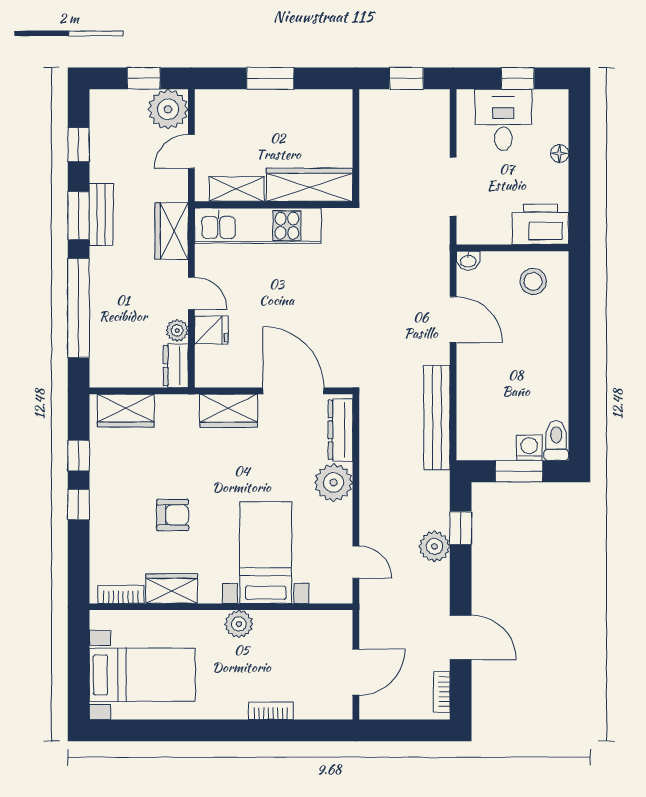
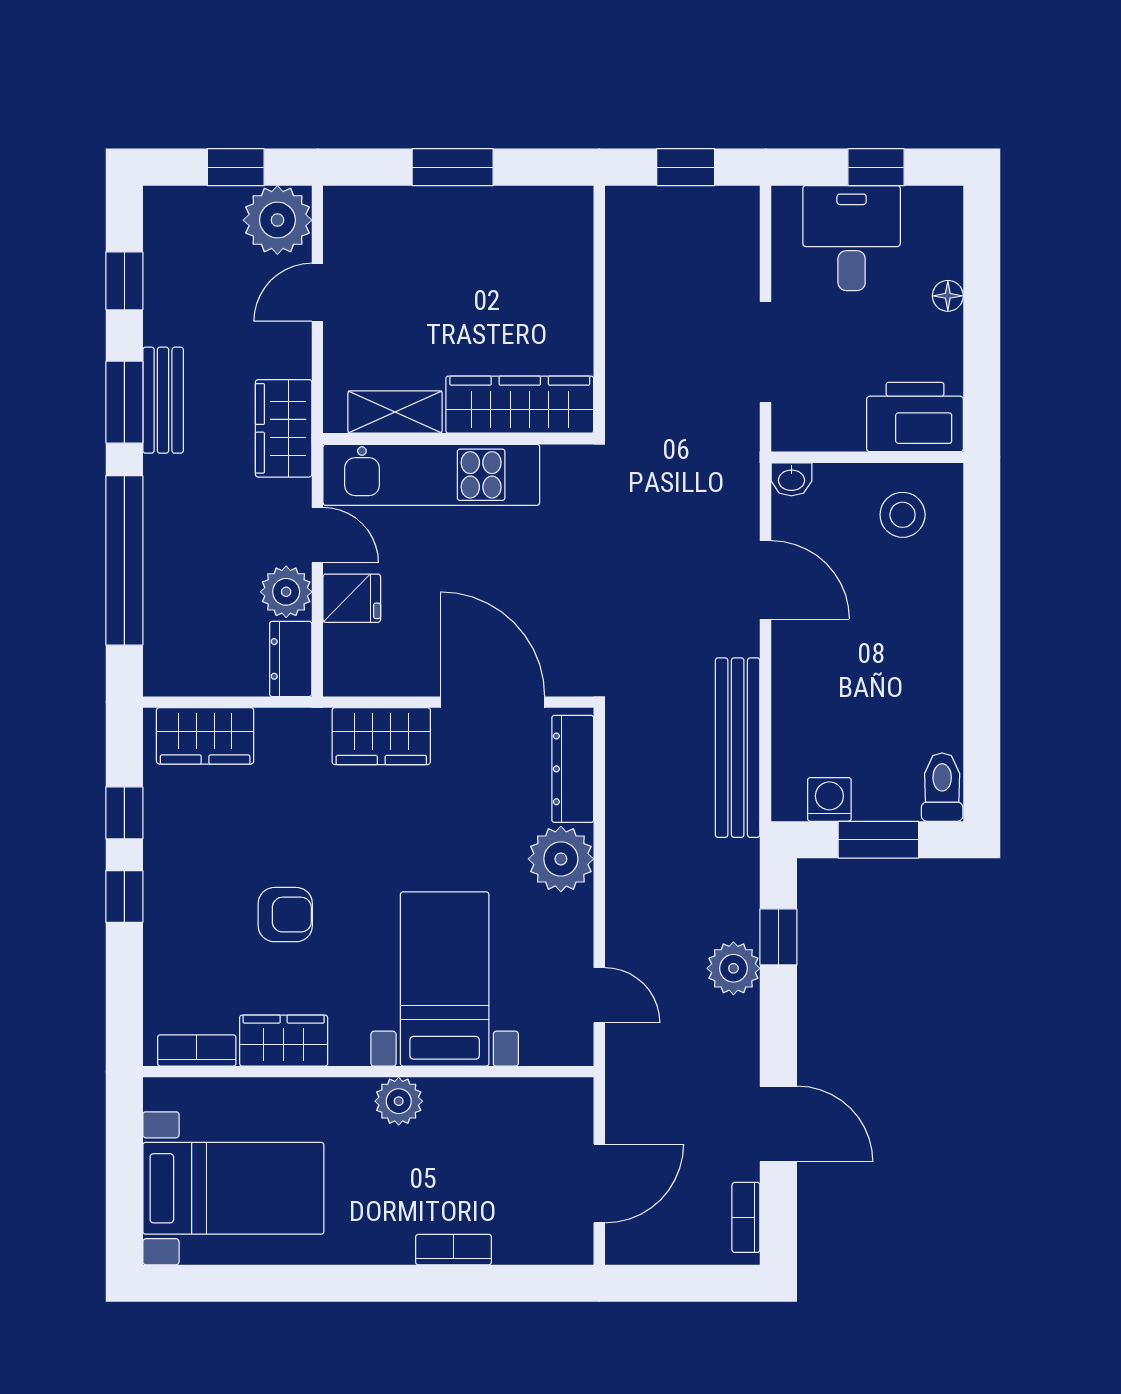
wardrobe: (310, 185) -> (520, 405), moved
shelving: (237, 189) -> (395, 412), moved
wall: (274, 205) -> (458, 439), moved
kitchen unit: (258, 226) -> (431, 475), moved
plant: (177, 331) -> (286, 592), width x1.38, depth x1.38
washing machine: (529, 448) -> (829, 799), moved

